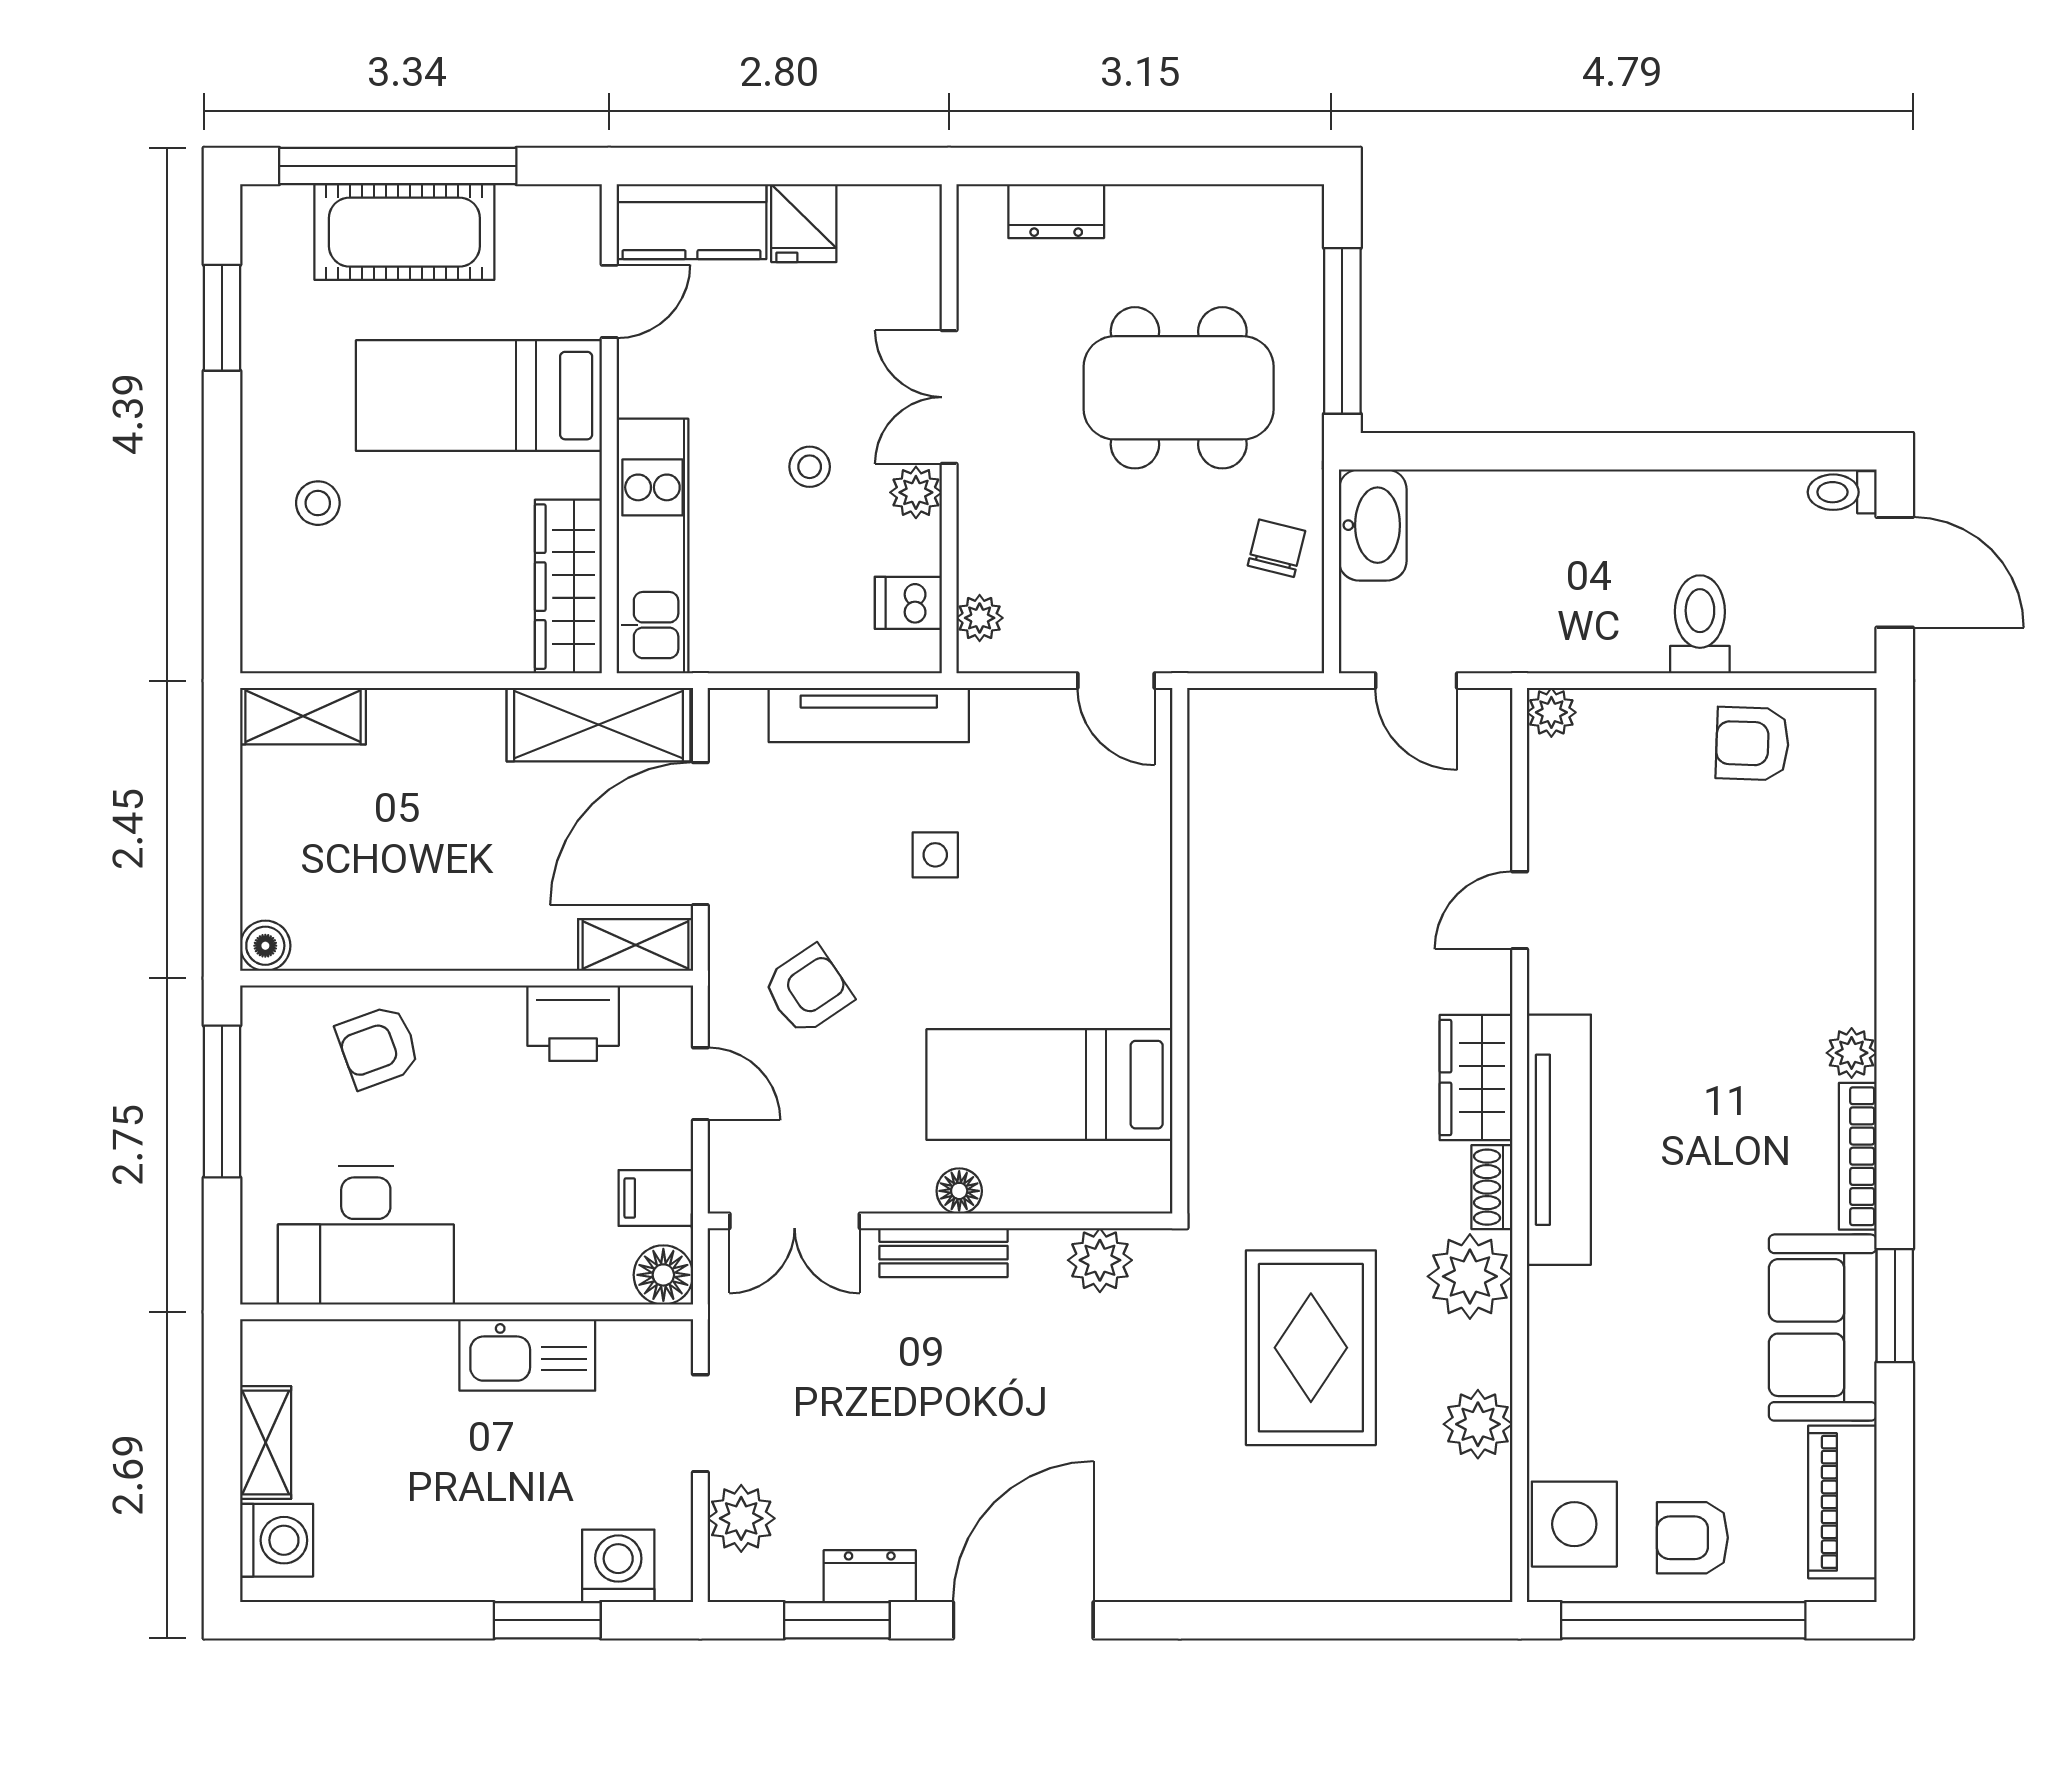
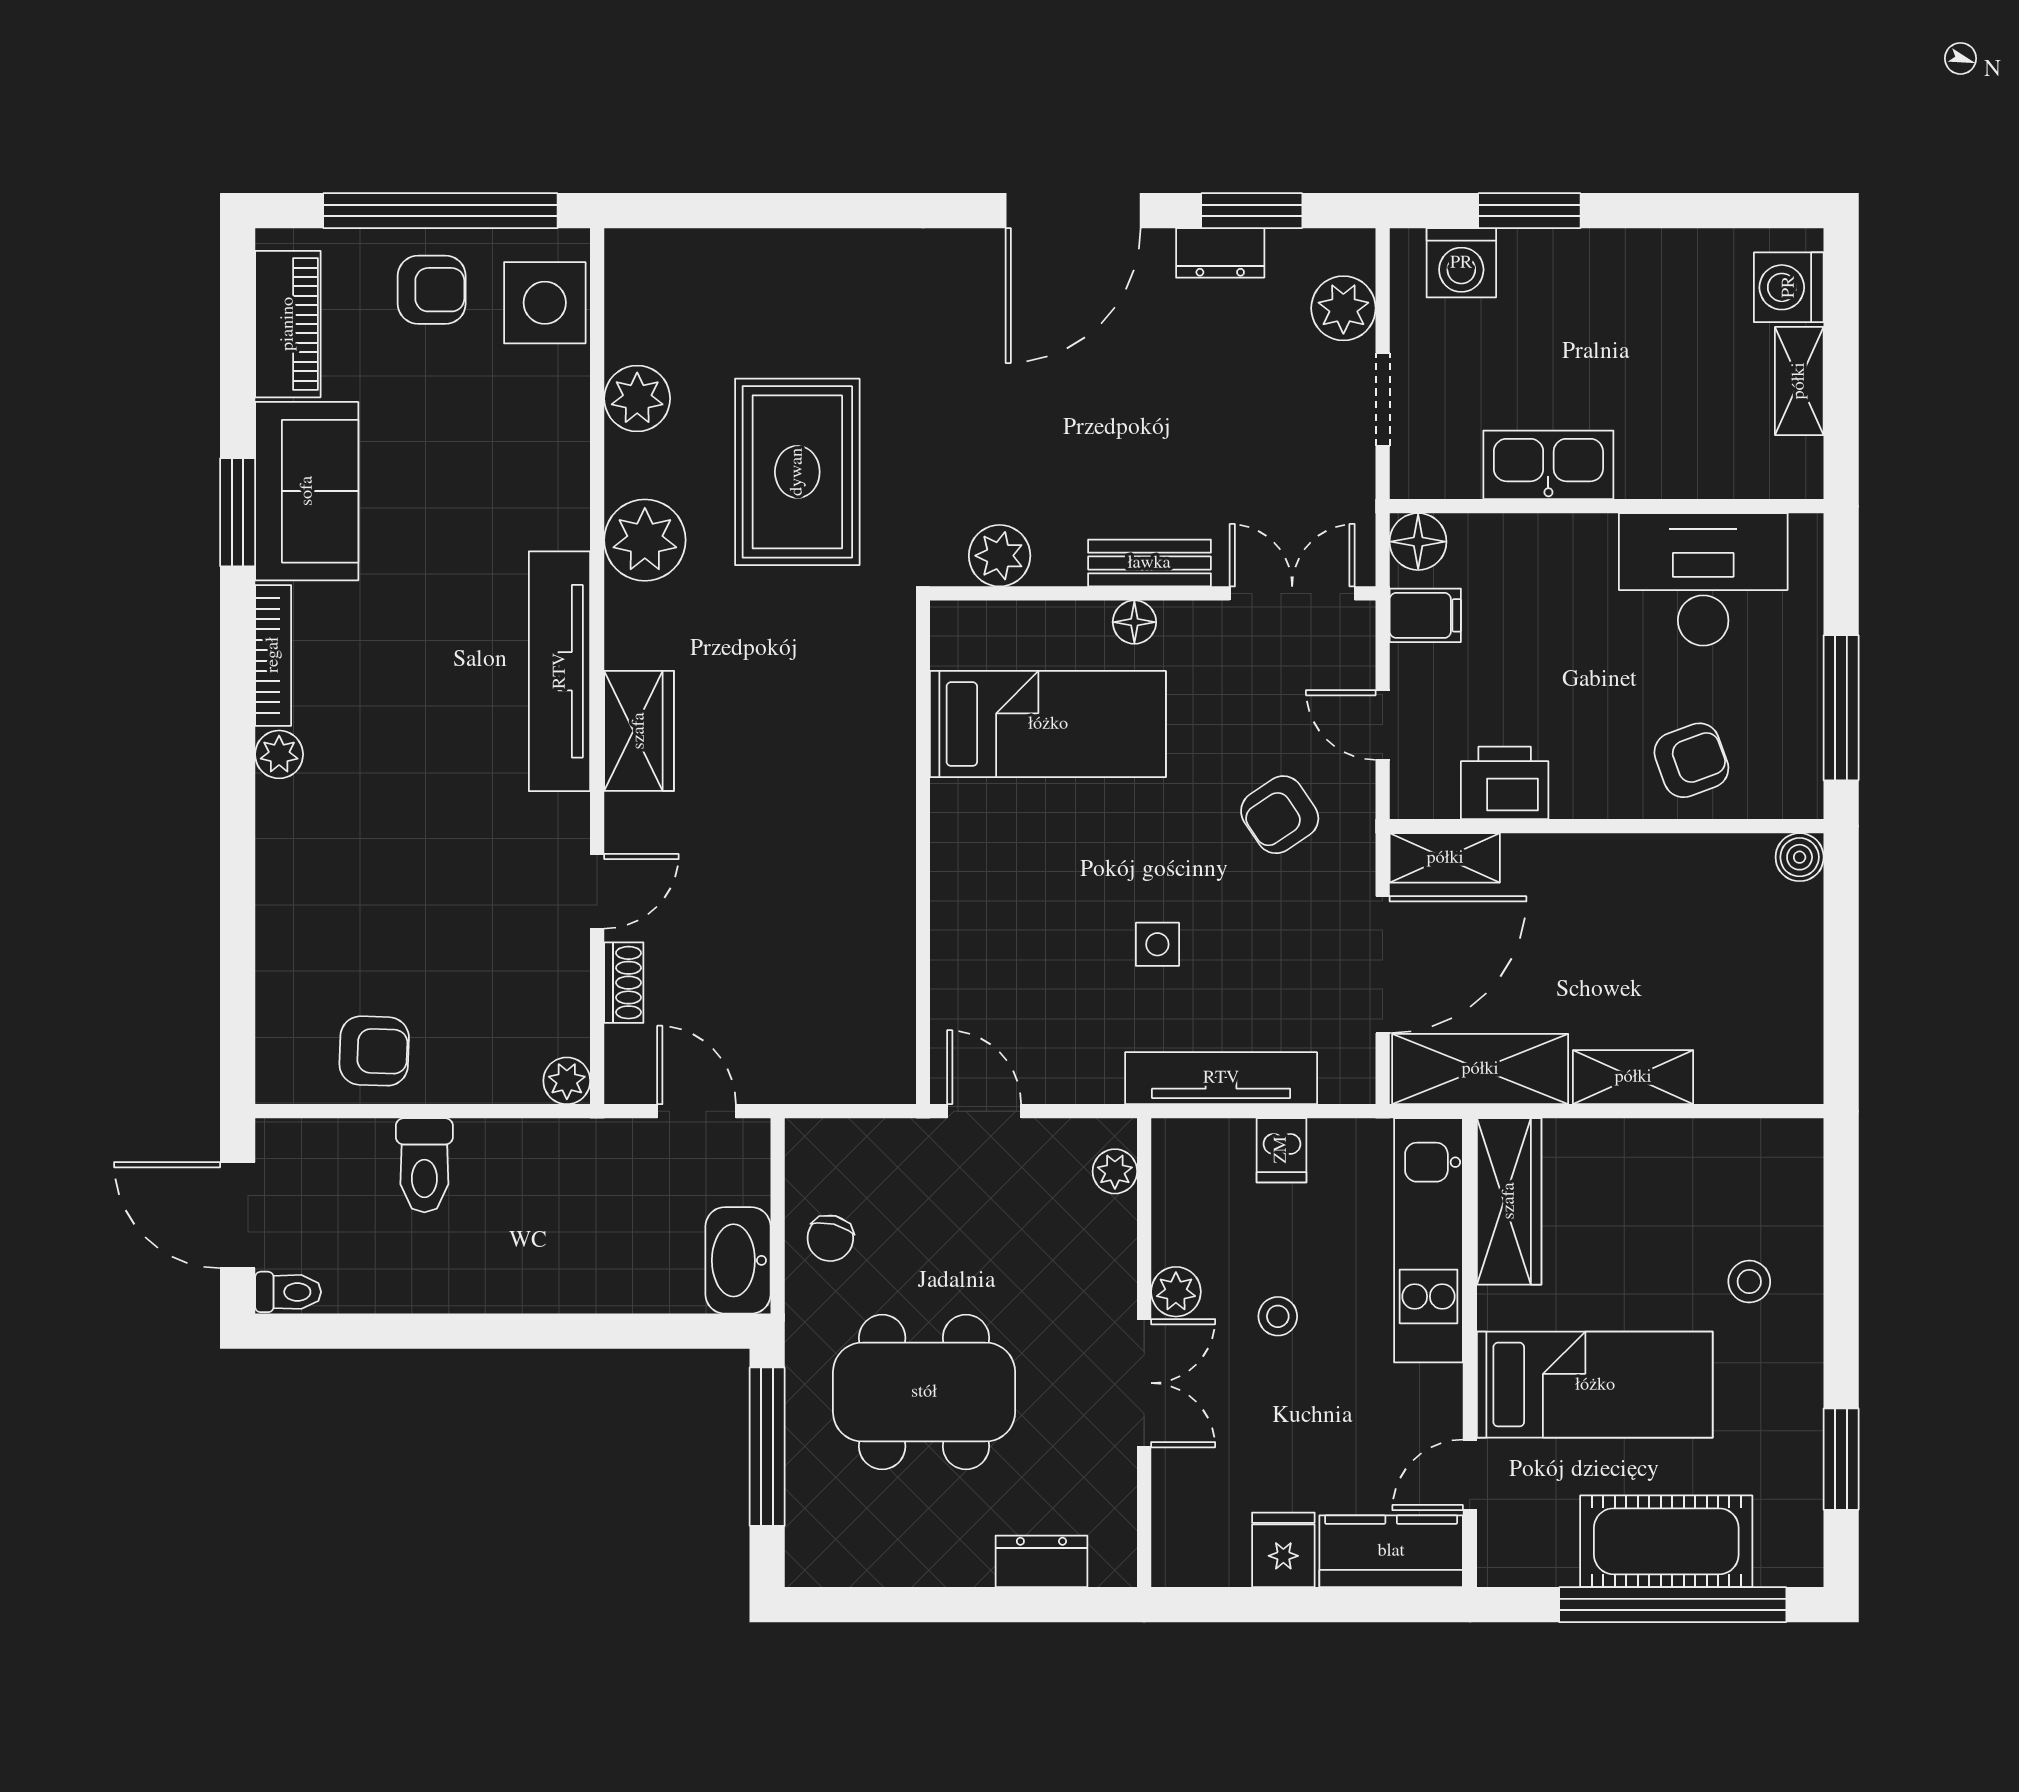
dishwasher: (908, 603) -> (1281, 1150), moved, turned 90
shelving: (303, 716) -> (1633, 1077), moved
shoe rack: (1492, 1187) -> (624, 983), moved

